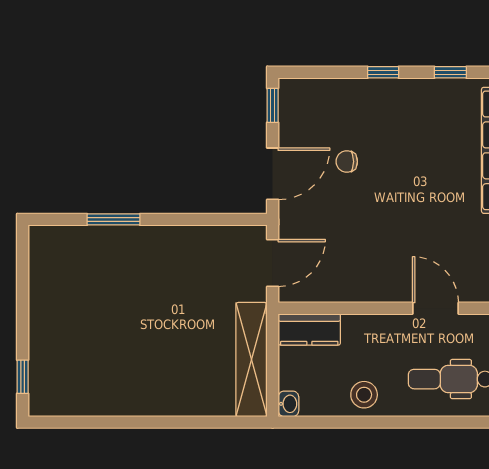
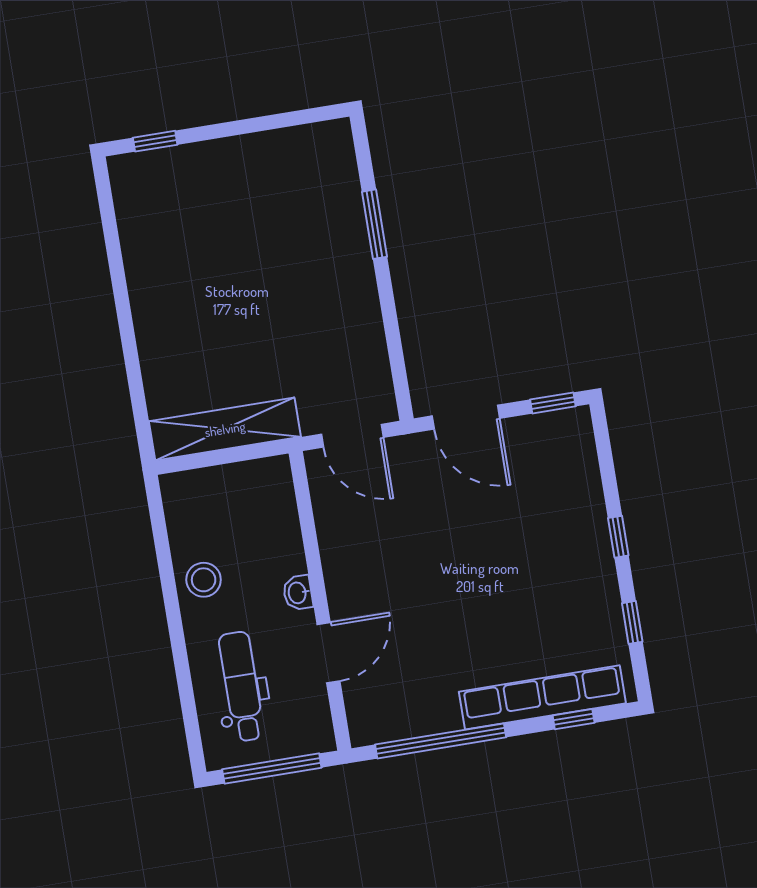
chair: (347, 162) -> (497, 509), removed
kitchen counter: (309, 329) -> (275, 496), removed
washbasin: (288, 404) -> (298, 593), moved, turned 90

